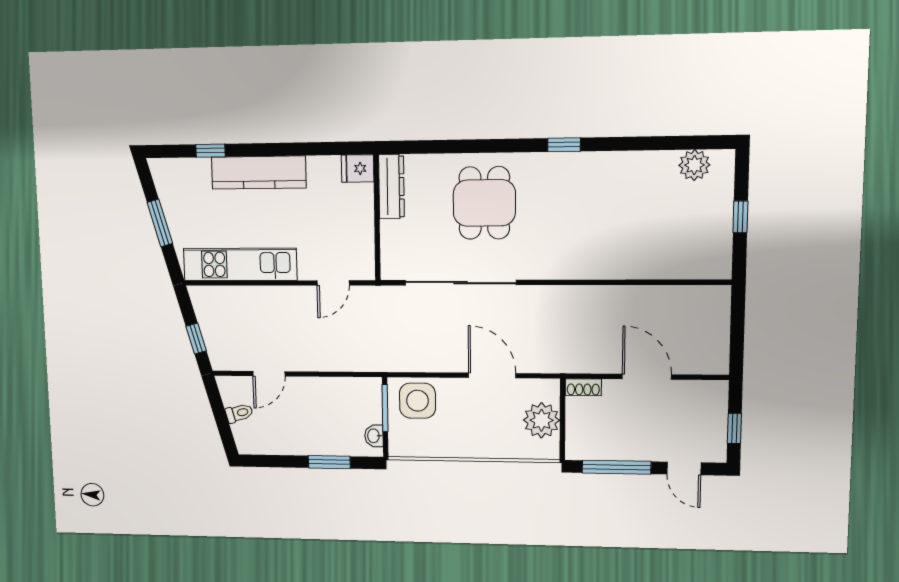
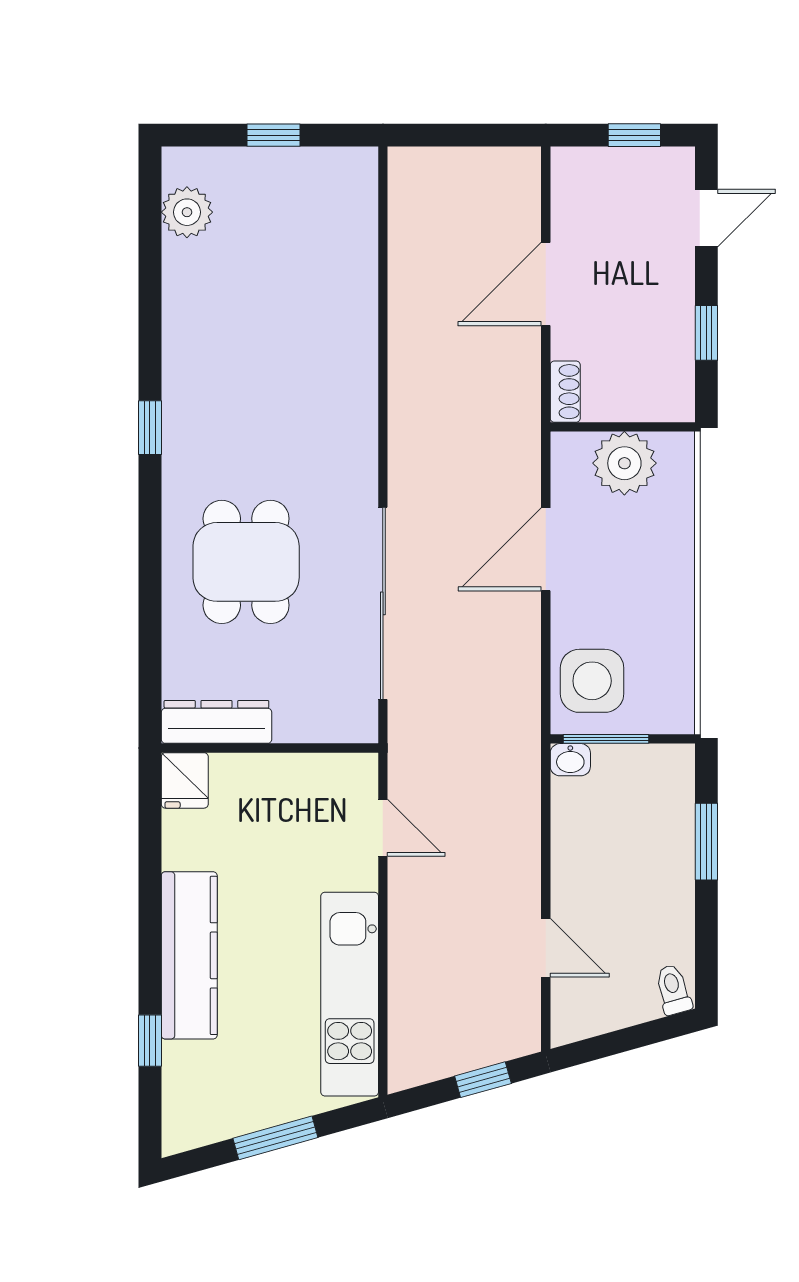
dining table: (484, 203) -> (246, 562), turned 90
toilet: (239, 413) -> (673, 990), moved
washbasin: (374, 436) -> (570, 760), moved
window: (617, 467) -> (706, 333), width x0.46

